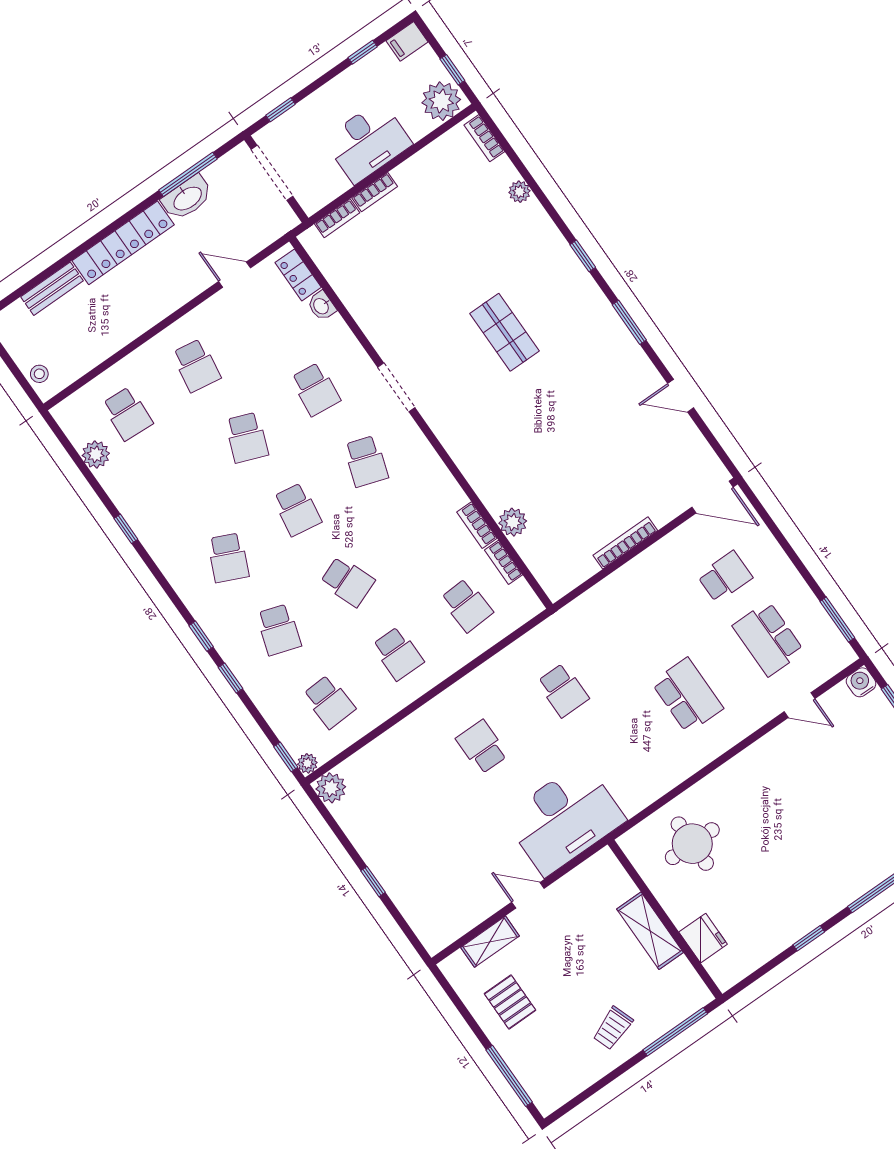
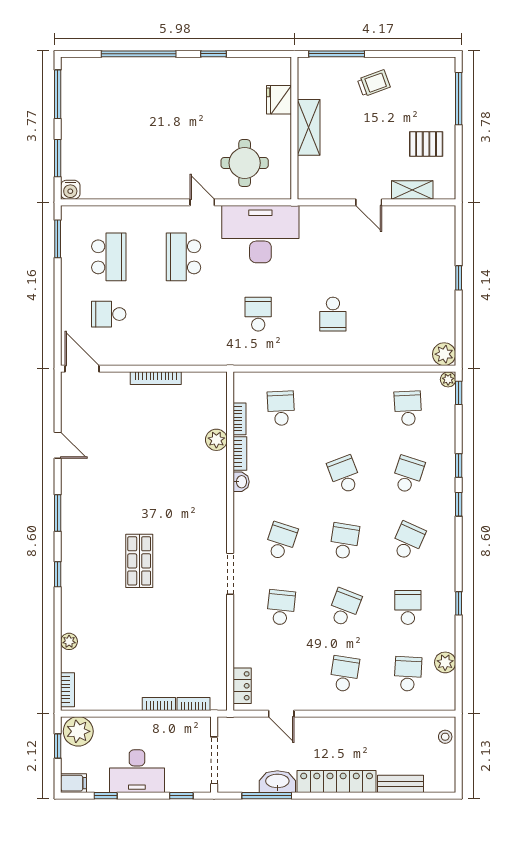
desk: (368, 142) -> (137, 771), moved, turned 180
washbasin: (321, 306) -> (241, 482), moved
school desk: (398, 653) -> (408, 608), moved
door: (799, 705) -> (202, 202), moved
desk: (564, 818) -> (260, 234), moved
pallet: (510, 1002) -> (426, 144), turned 90

